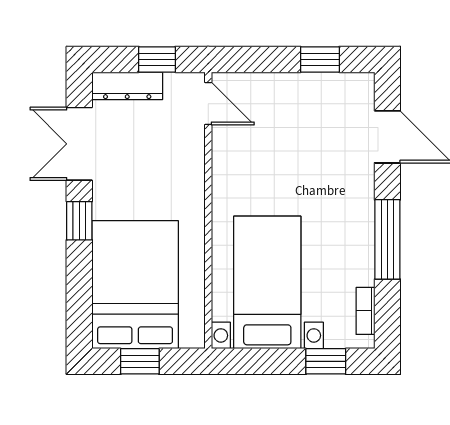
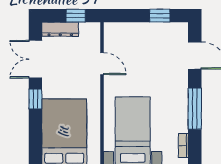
door: (208, 103) -> (102, 64), moved

